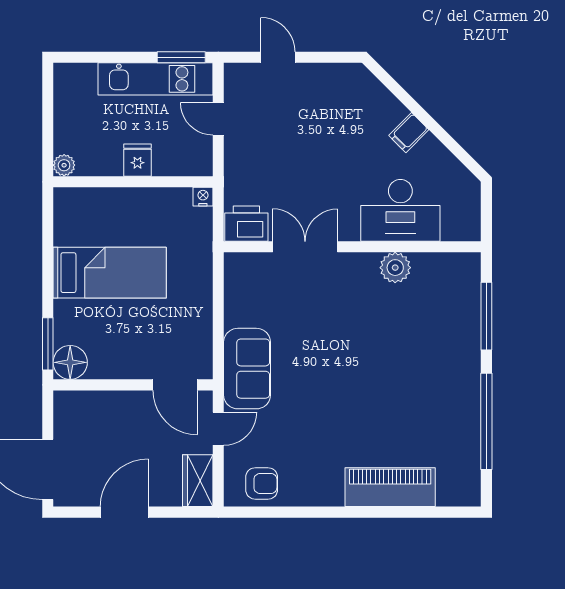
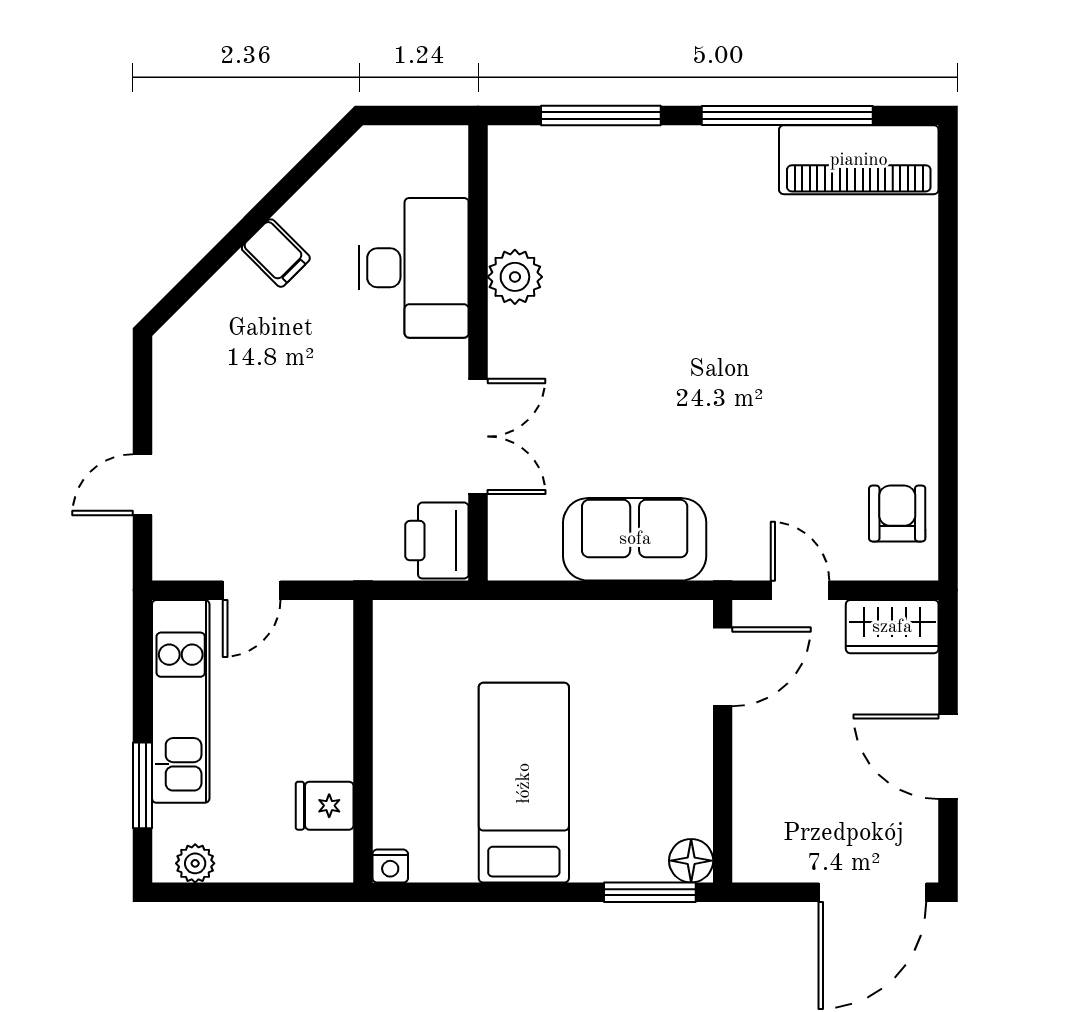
window: (181, 57) -> (142, 785), moved
fridge: (137, 160) -> (325, 806), moved
plant: (64, 165) -> (195, 863), moved
nightstand: (203, 197) -> (390, 866), moved, turned -90
double door: (305, 247) -> (478, 436), swing flipped
floor lamp: (70, 362) -> (691, 861), width x0.73, depth x0.73
sofa: (247, 369) -> (635, 539), moved
piano: (390, 487) -> (859, 160), moved, turned -90

